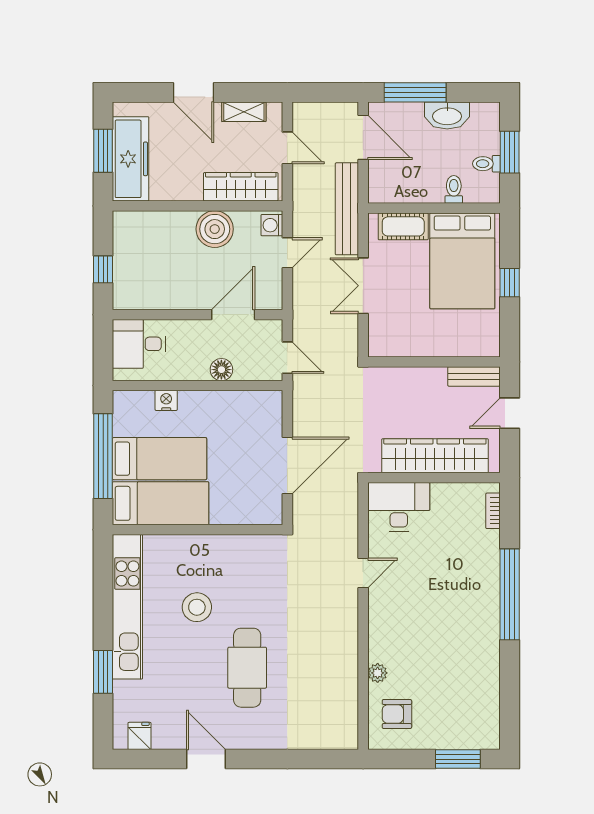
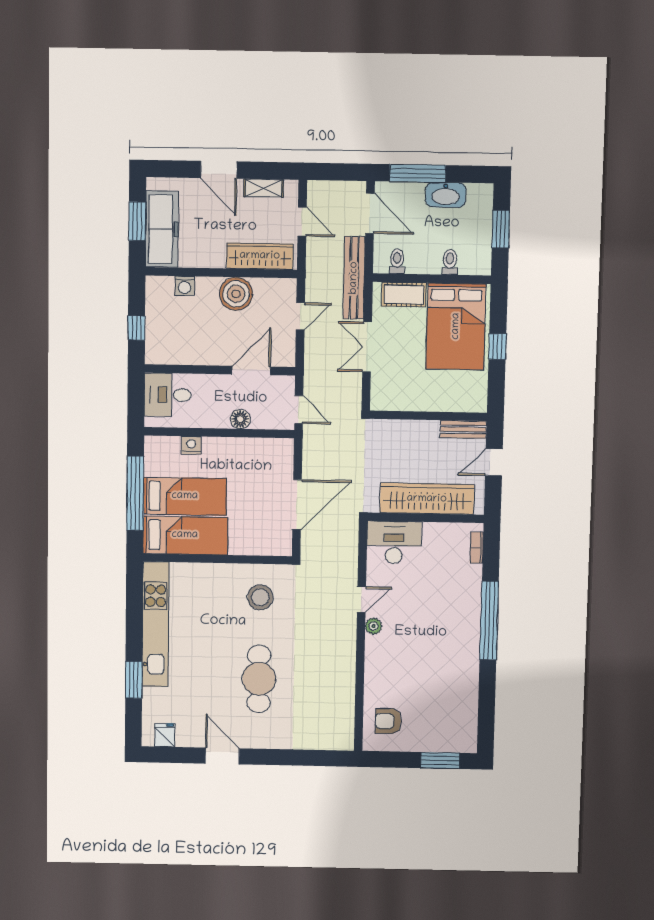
toilet: (486, 164) -> (397, 261), moved, turned 90
washing machine: (272, 225) -> (185, 286), moved, turned -90
stool: (197, 607) -> (260, 597), moved
plant: (378, 673) -> (374, 626), moved

